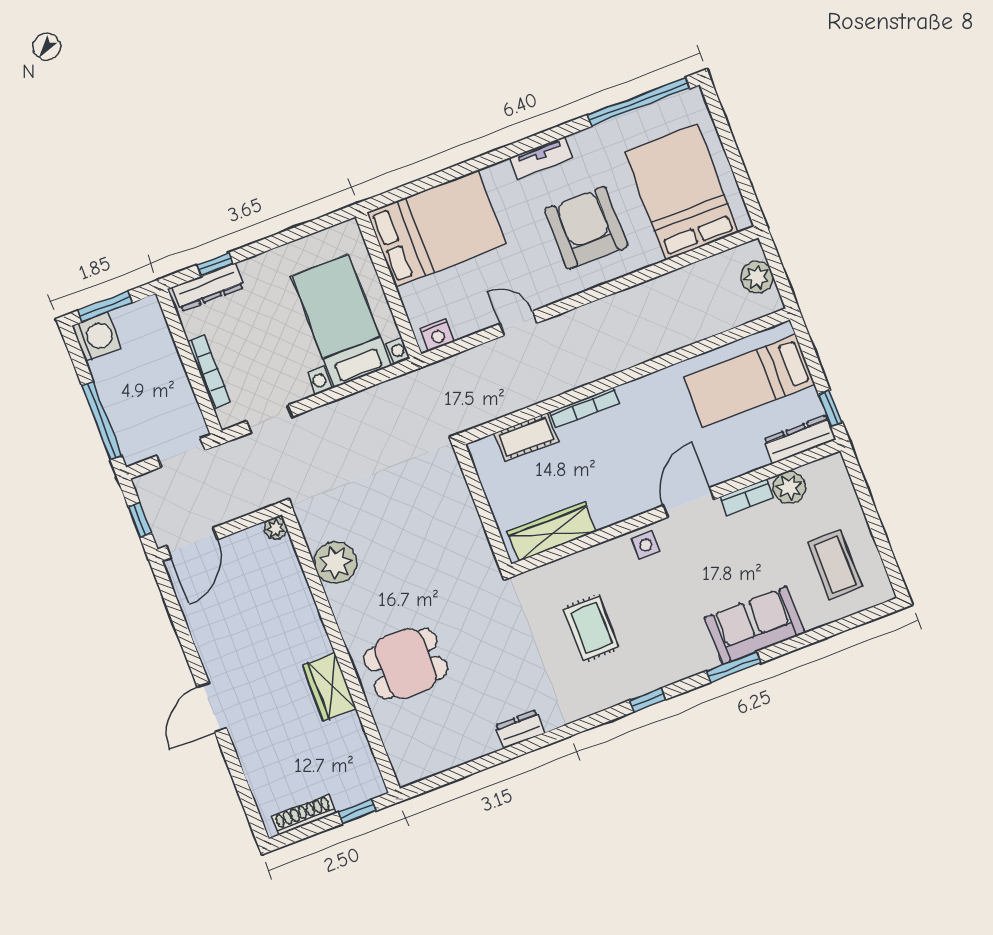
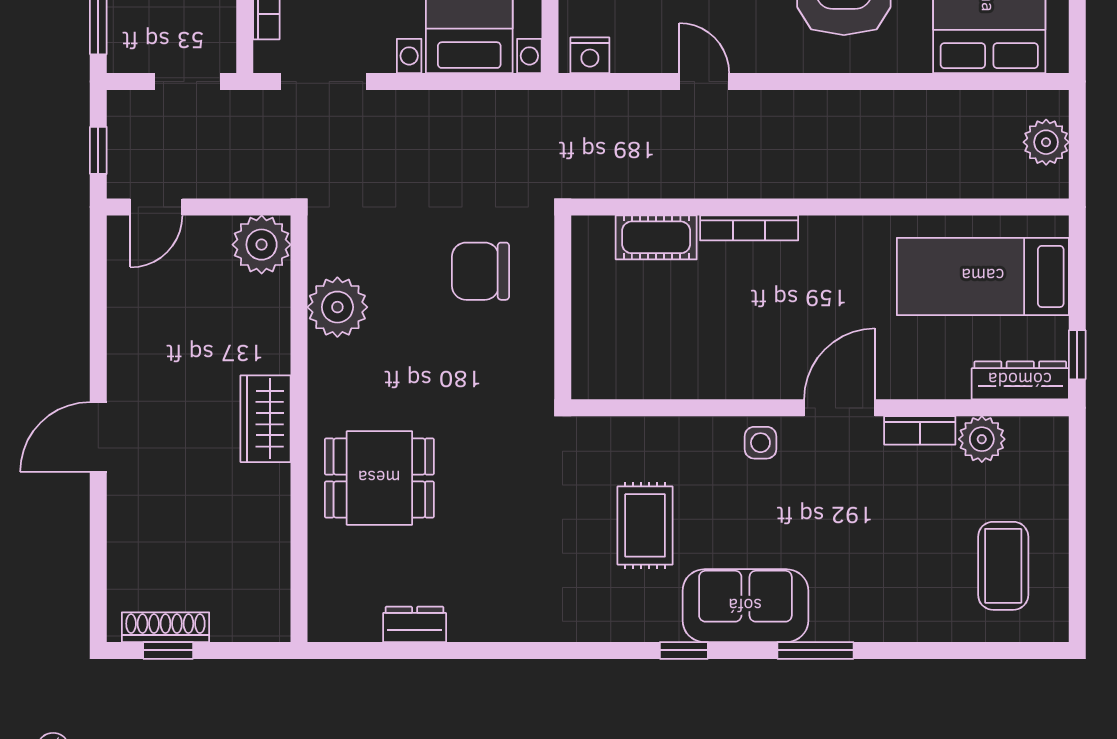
doorway: (270, 419) -> (323, 81), width x1.38
chair: (420, 503) -> (481, 271), added
plant: (276, 528) -> (262, 245), width x1.88, depth x1.88
wardrobe: (552, 531) -> (642, 376), removed
door: (192, 543) -> (156, 207), width x0.73
sofa: (755, 625) -> (745, 606), moved
wardrobe: (329, 687) -> (266, 419), moved
dresser: (520, 729) -> (415, 624), moved
window: (357, 812) -> (168, 650), moved

